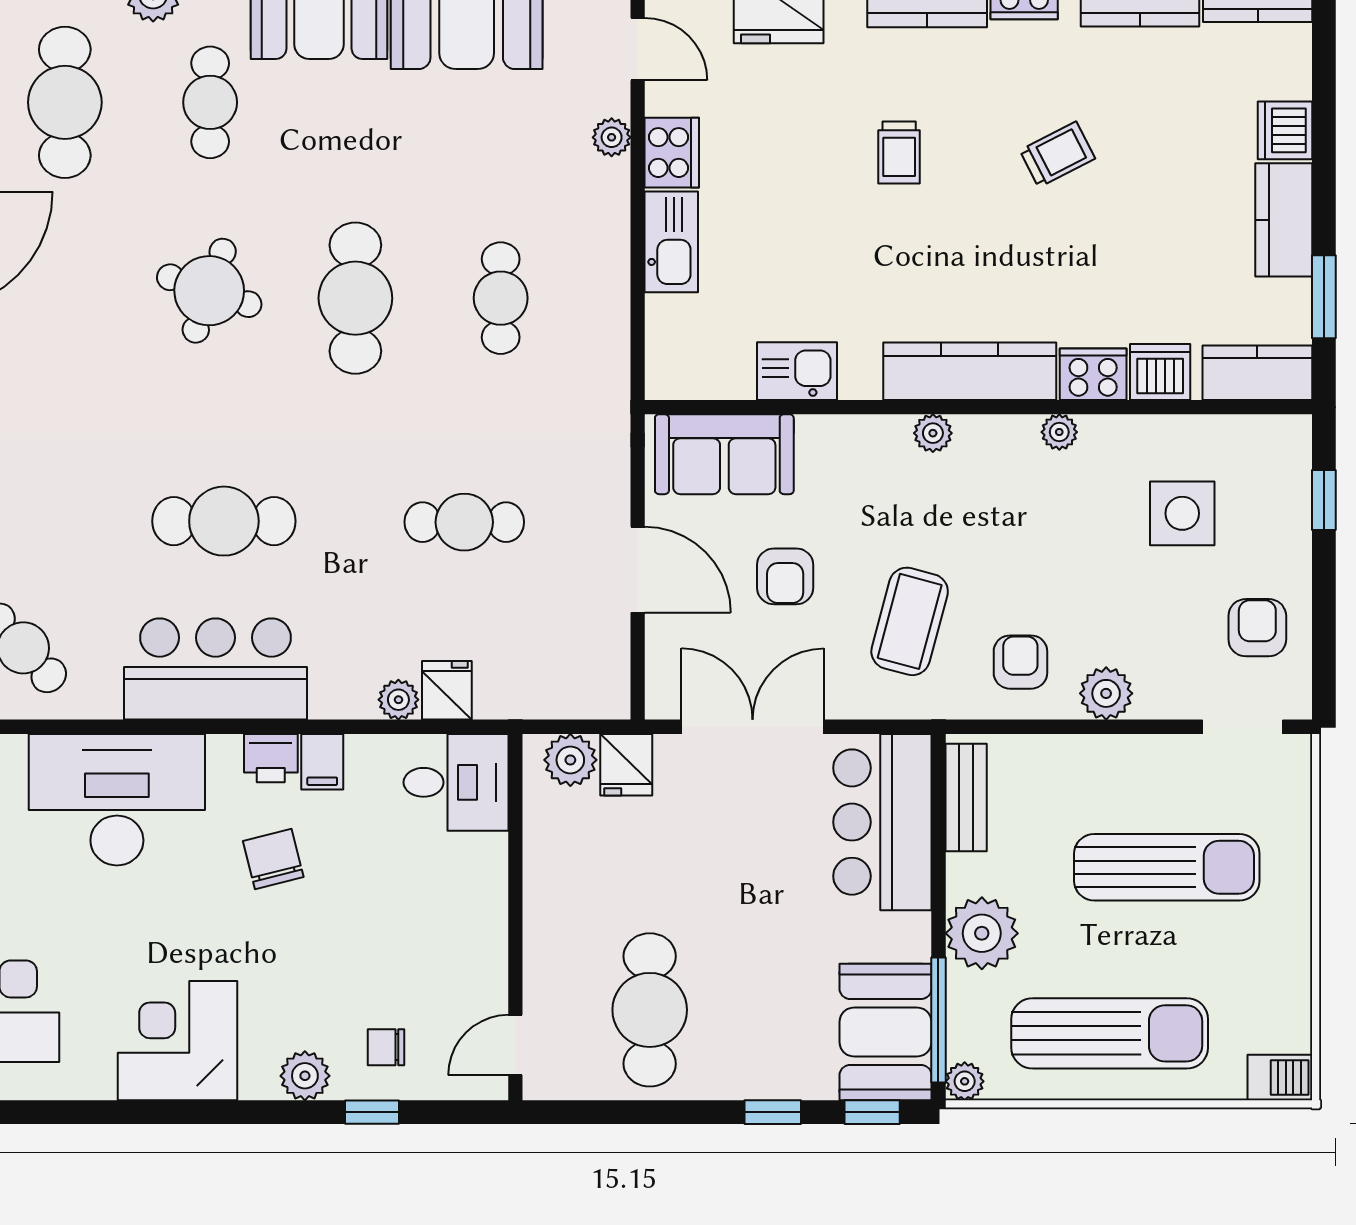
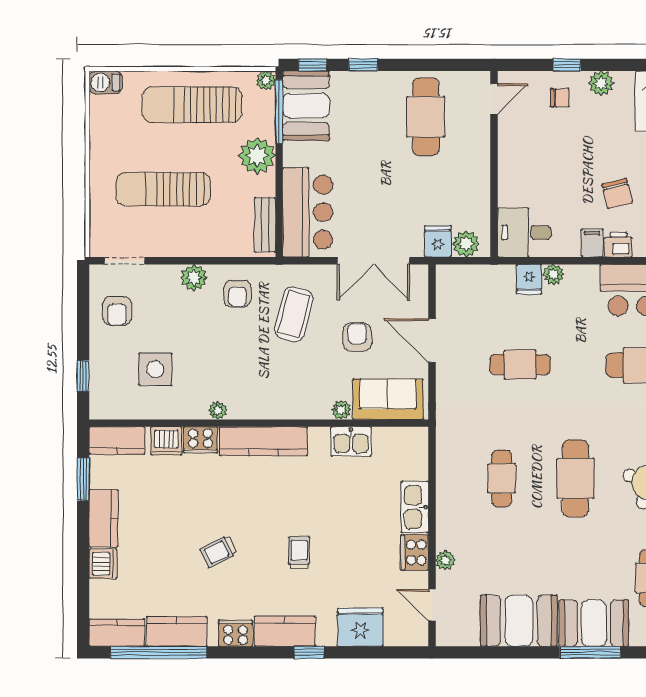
plant: (933, 433) -> (341, 410), moved

